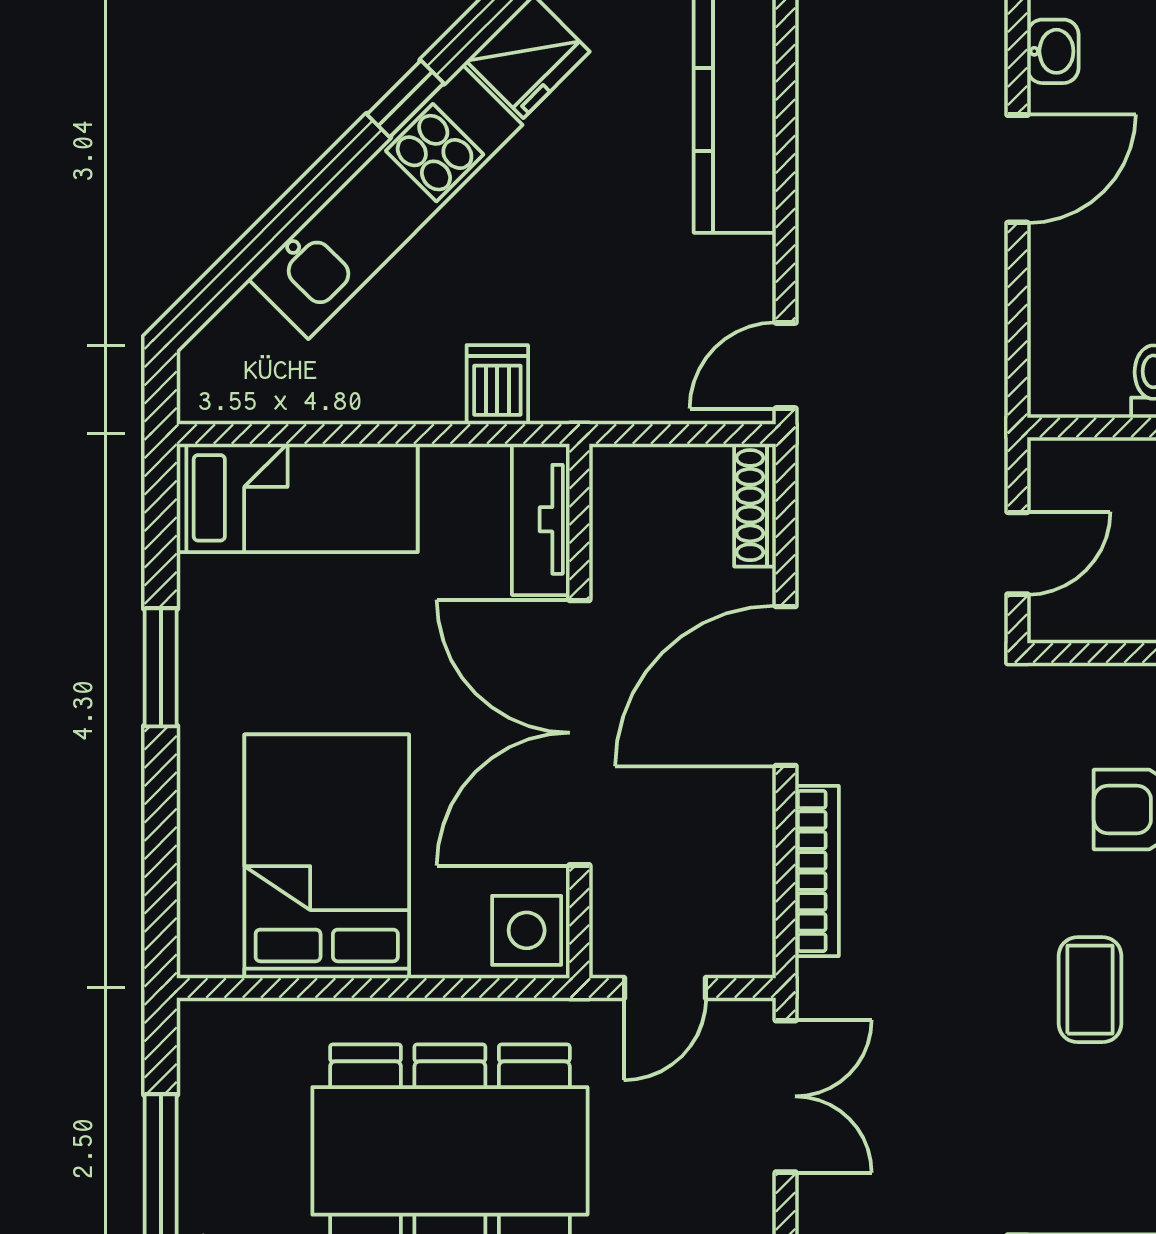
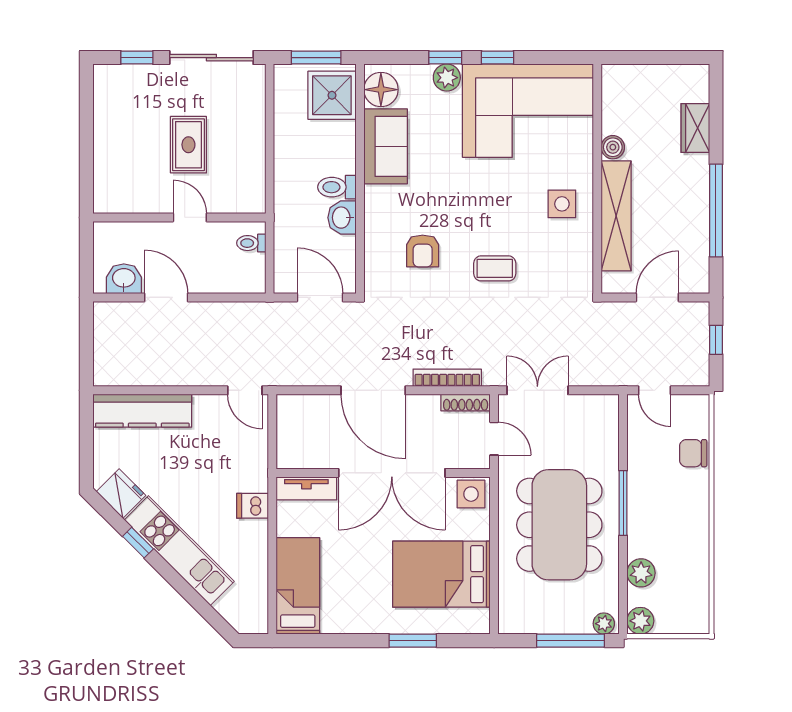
washbasin: (1053, 51) -> (124, 279), width x1.38, depth x1.45
shoe rack: (755, 505) -> (466, 403), moved
door: (1017, 553) -> (320, 297), width x1.38
window: (161, 667) -> (413, 641), moved

